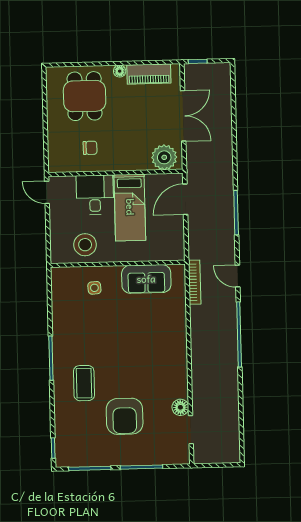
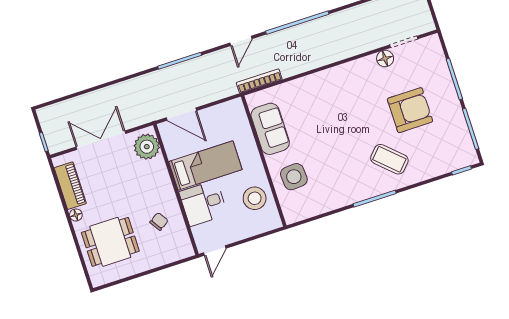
chair: (90, 148) -> (159, 221), turned 57
side table: (94, 288) -> (294, 177), width x1.87, depth x1.87
coffee table: (84, 383) -> (389, 159), turned 43

